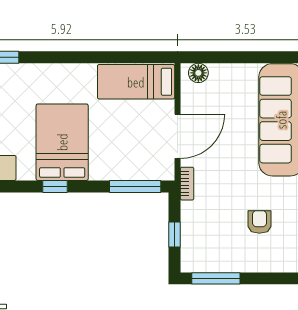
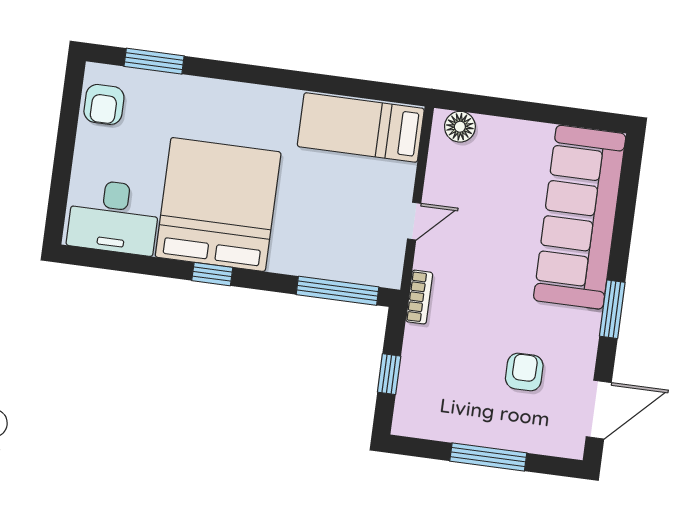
door: (178, 136) -> (414, 221), width x0.53
bed: (62, 142) -> (218, 204), width x1.36
window: (216, 278) -> (488, 457), moved

